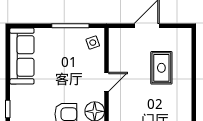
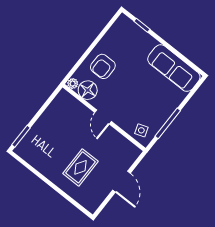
rug: (161, 68) -> (80, 167), turned 90

